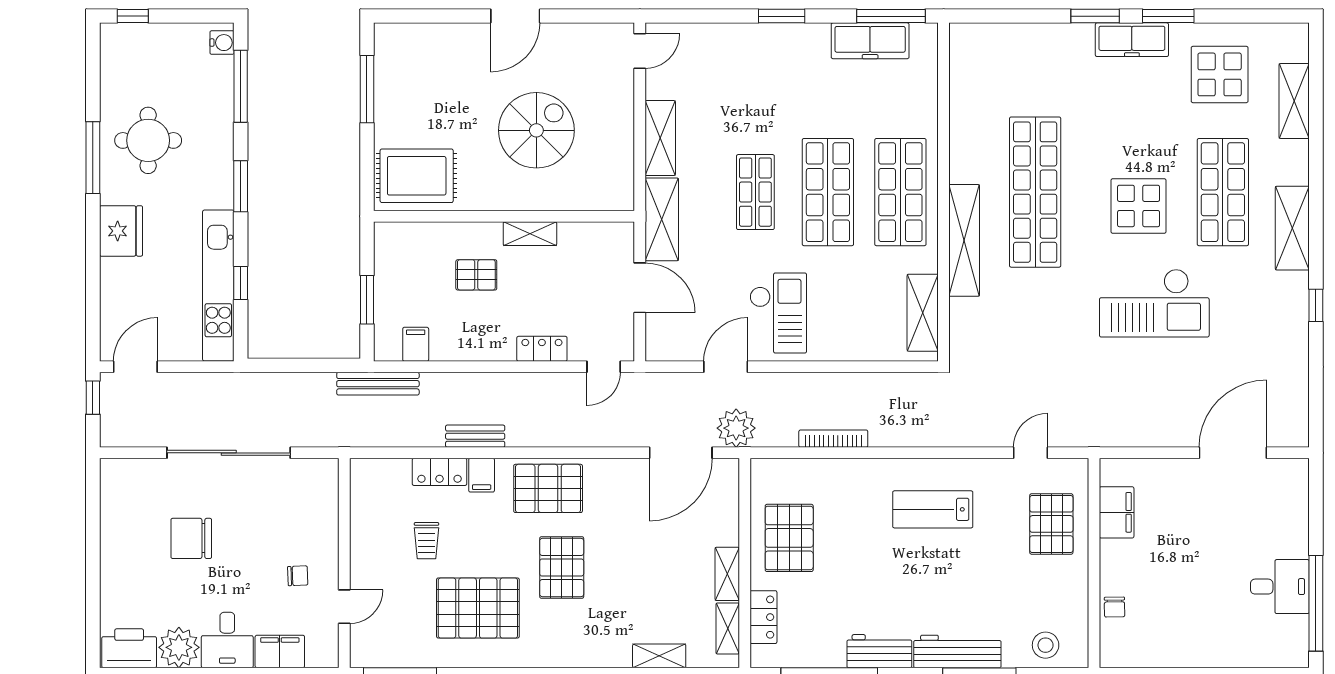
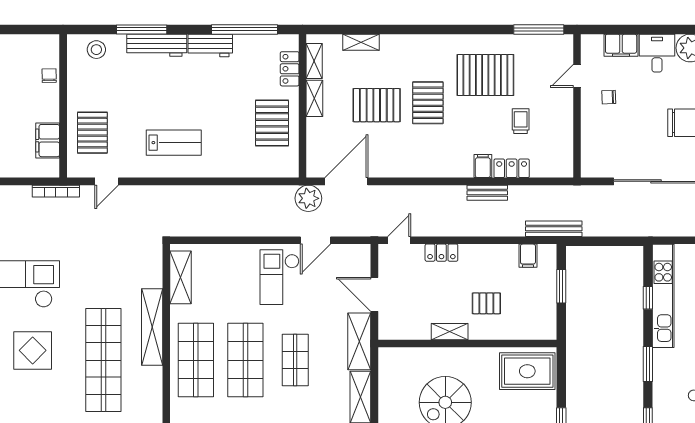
bookcase: (833, 439) -> (56, 191), moved
pallet: (548, 488) -> (377, 105), moved

